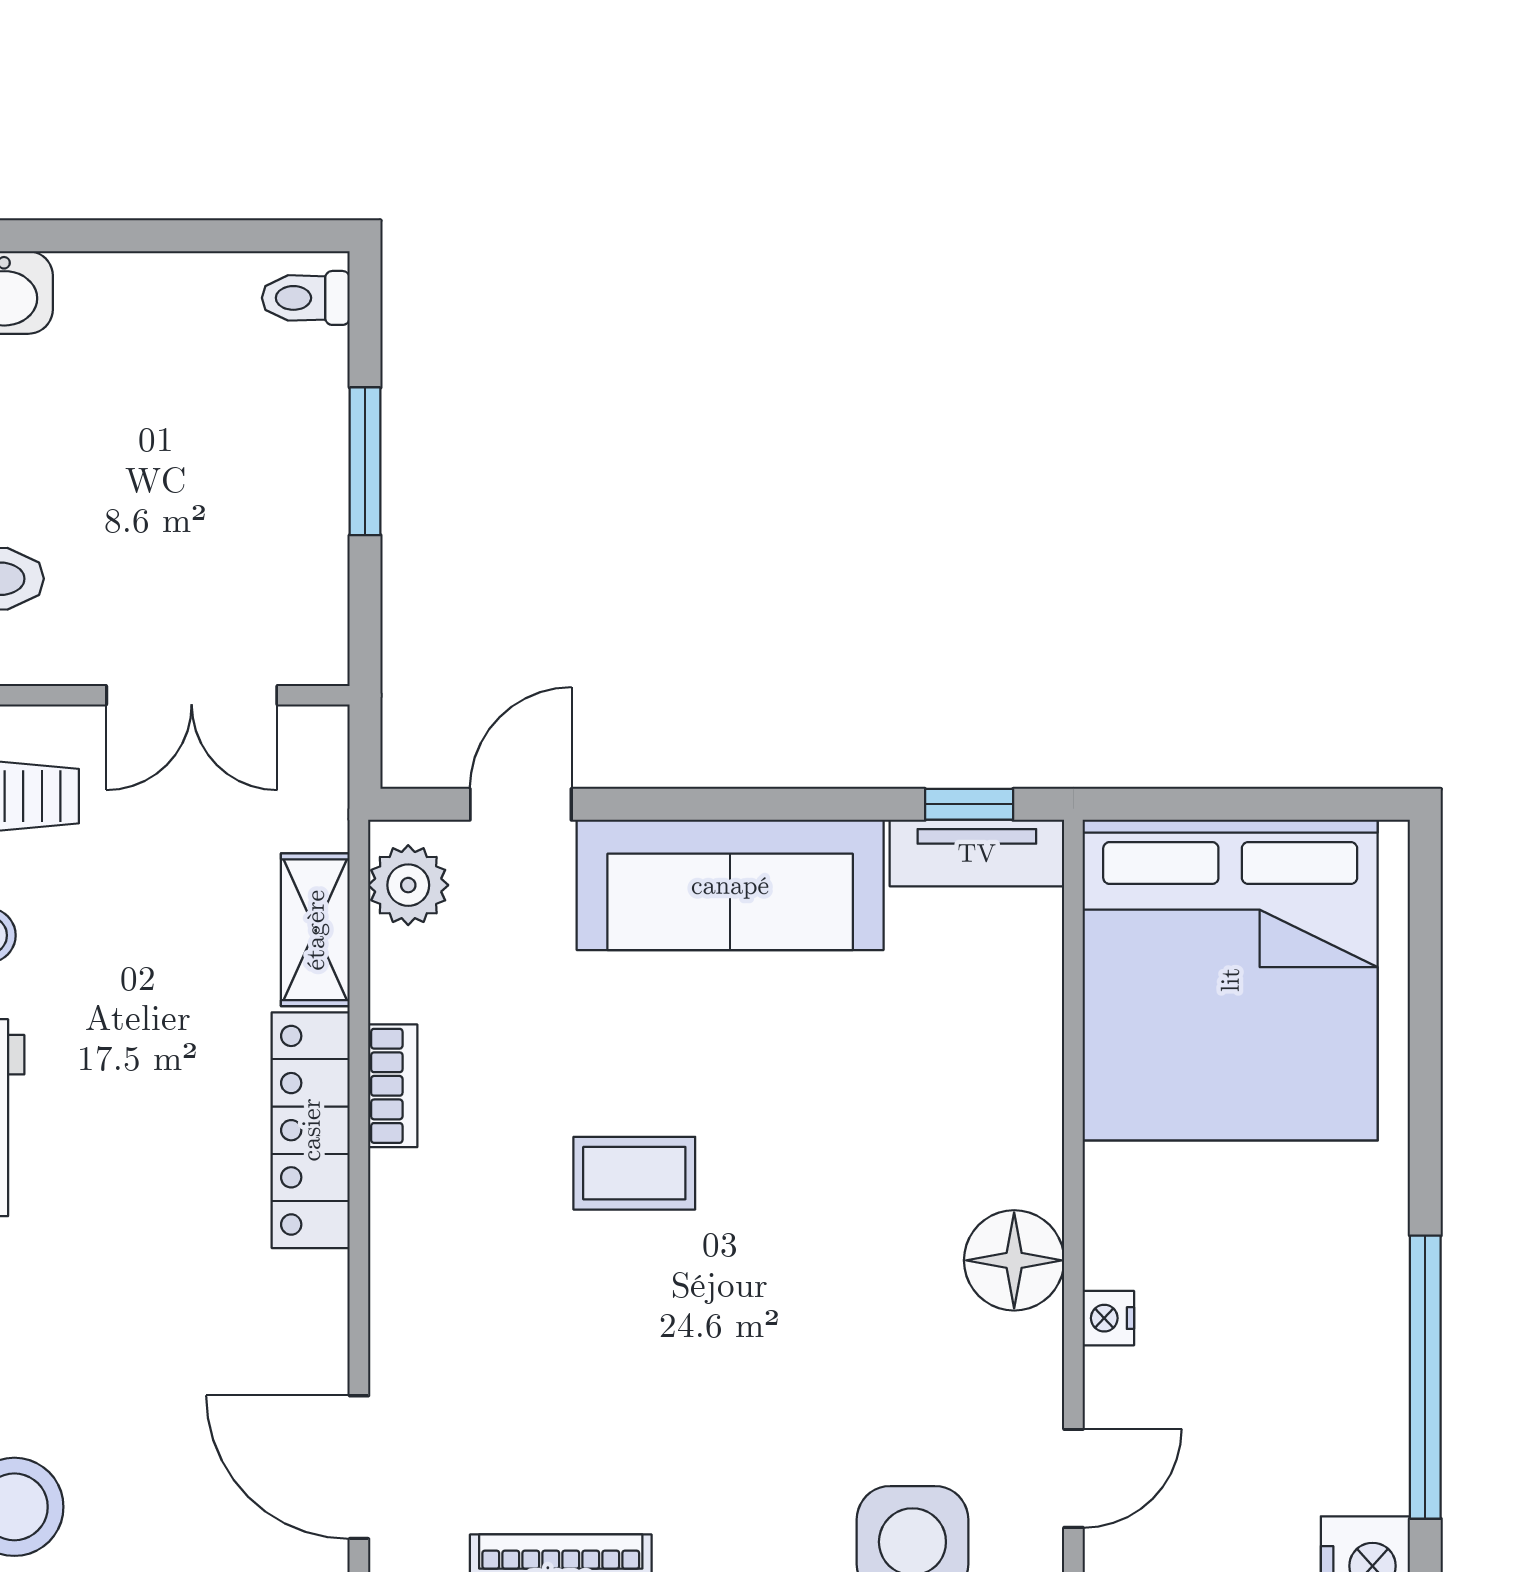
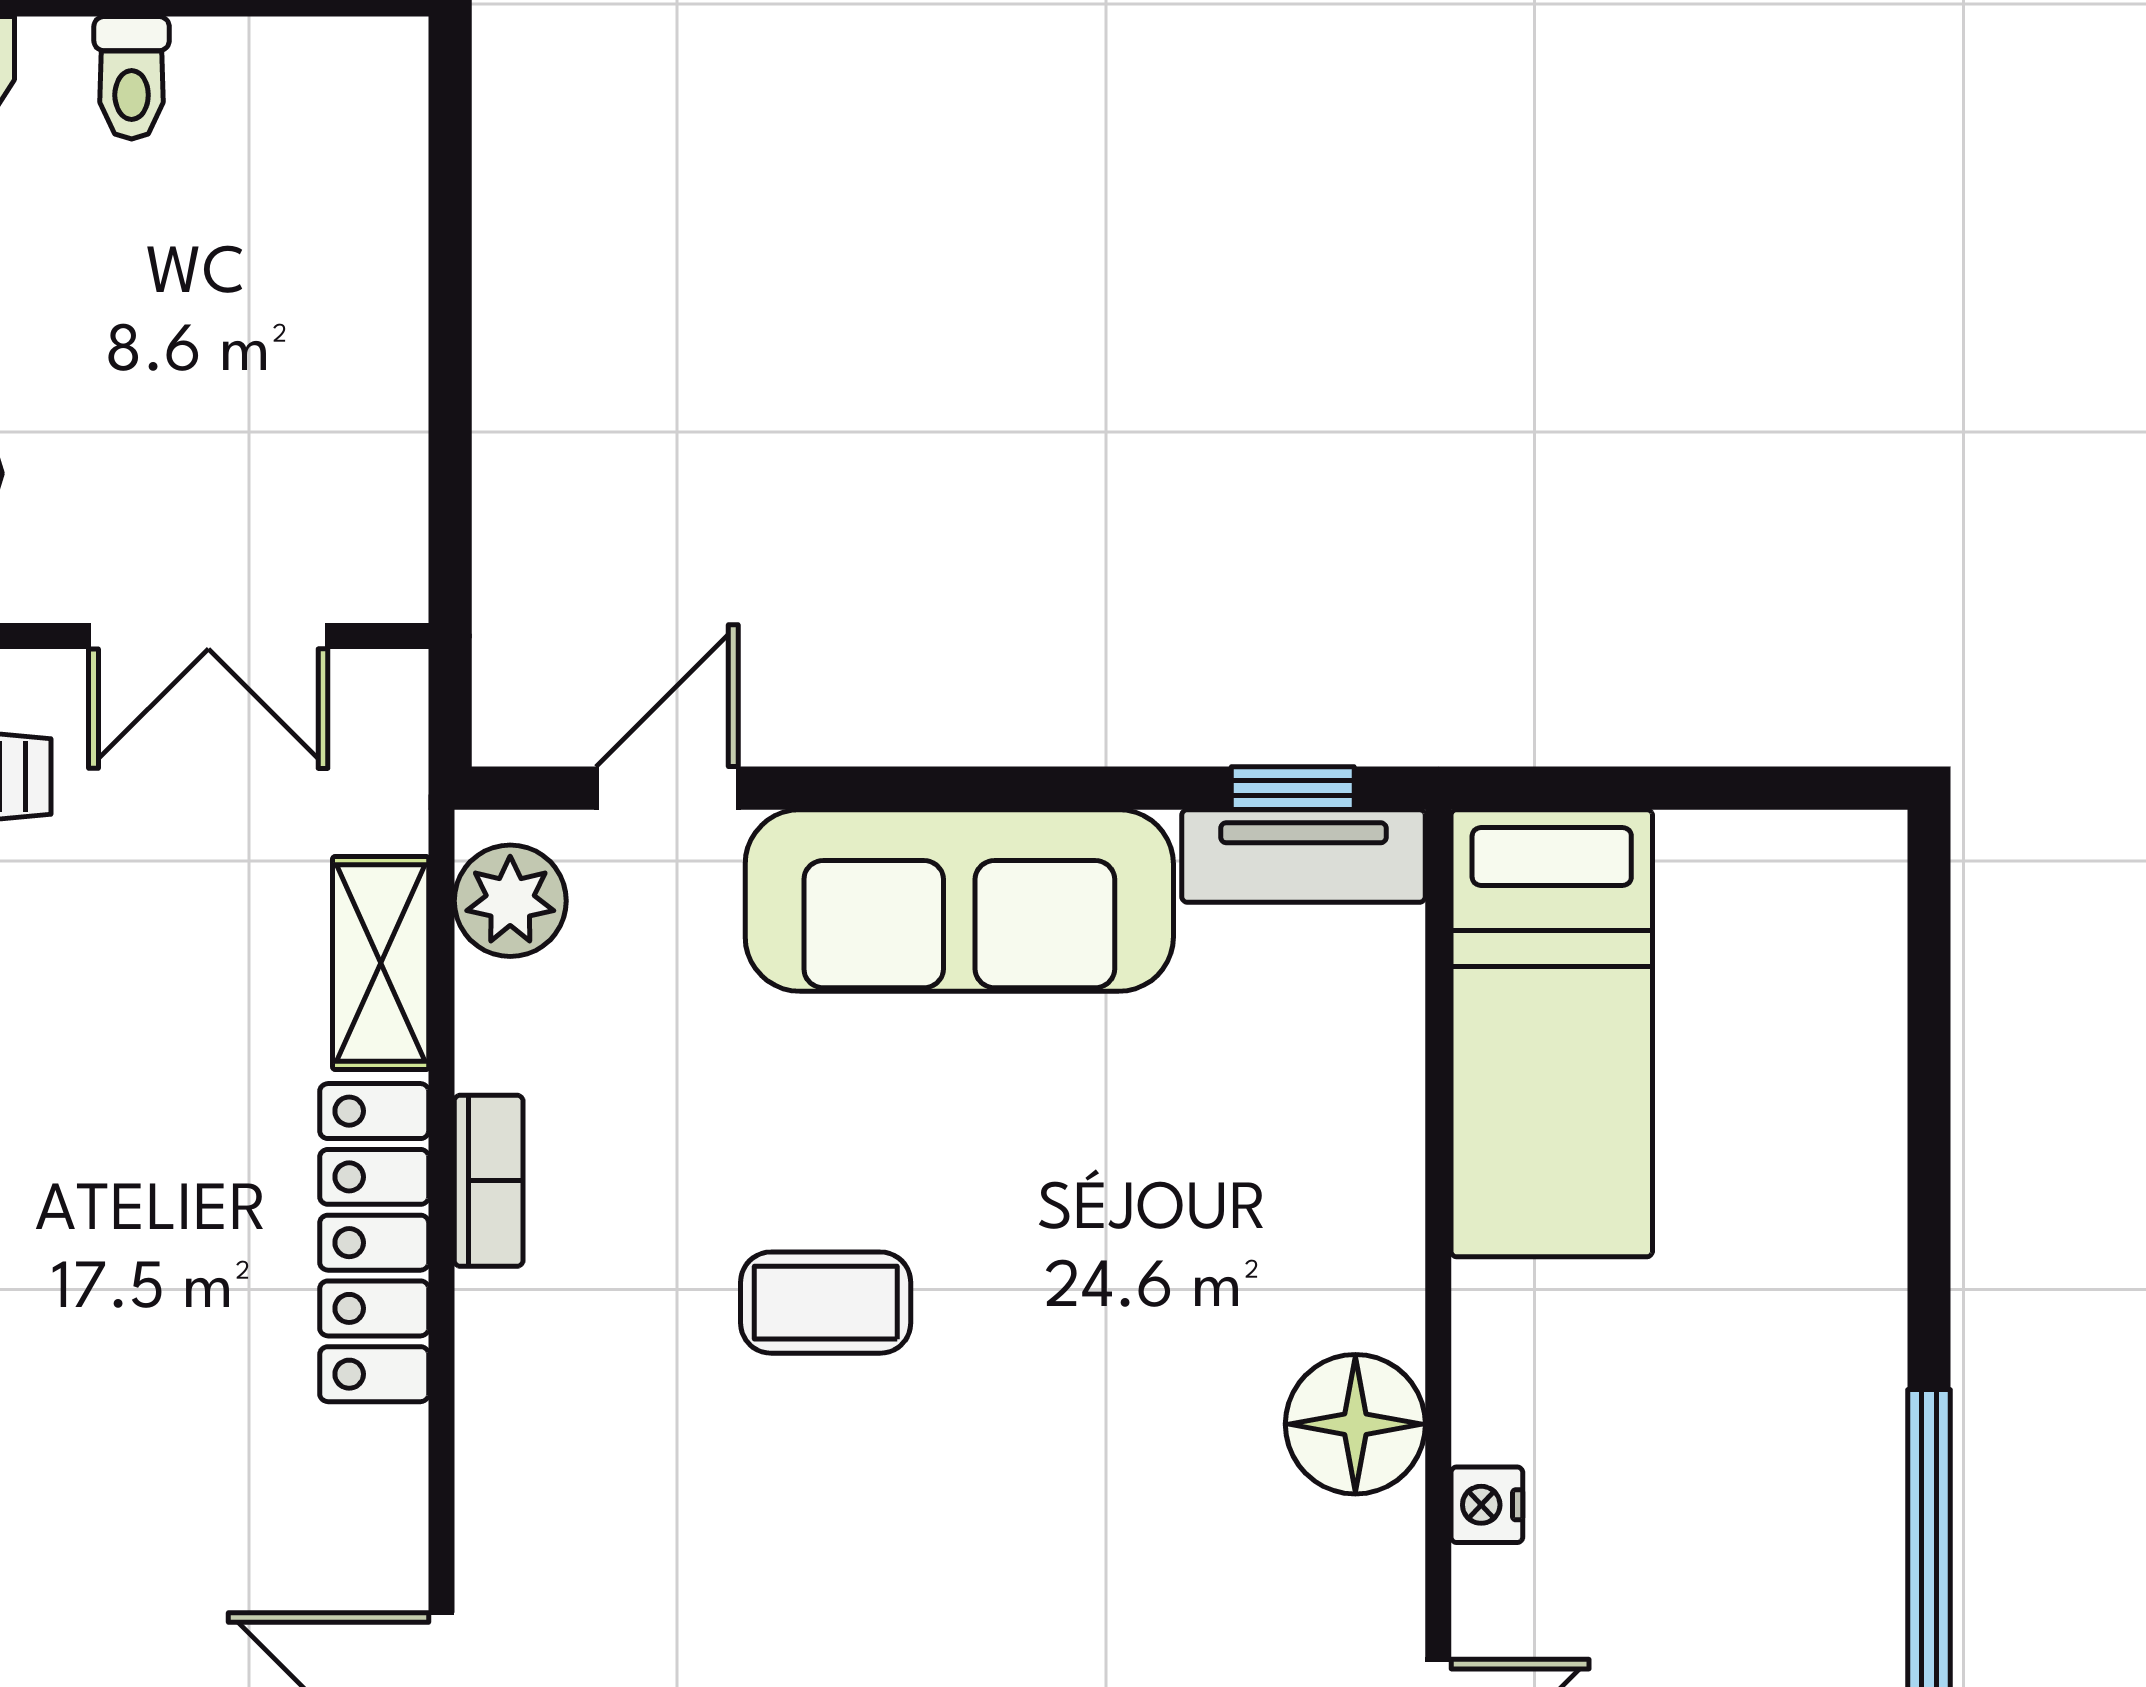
toilet: (306, 298) -> (132, 78), moved, turned -90
window: (365, 461) -> (450, 310), removed
bed: (1230, 980) -> (1552, 1033), width x0.49

